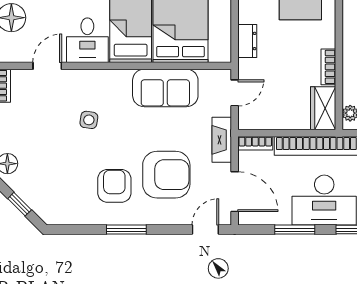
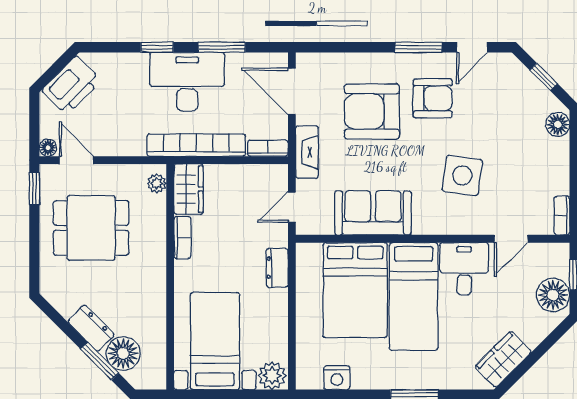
side table: (89, 120) -> (462, 175), width x1.87, depth x1.87
armchair: (114, 186) -> (433, 98), turned -90
door: (205, 230) -> (472, 47), moved

